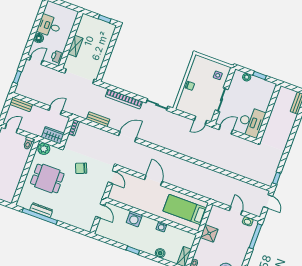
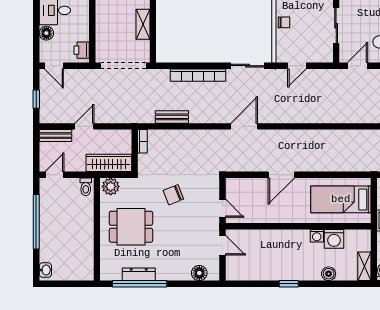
shelving: (75, 46) -> (143, 24), moved
door: (36, 60) -> (54, 66), swing flipped
door: (55, 110) -> (84, 126), moved
door: (200, 120) -> (297, 66), moved
wardrobe: (53, 135) -> (109, 163), width x1.50
door: (127, 137) -> (244, 126), moved
door: (113, 177) -> (222, 208), moved
door: (153, 180) -> (281, 175), swing flipped
washing machine: (134, 219) -> (334, 239), moved
floor lamp: (79, 223) -> (199, 273), added

